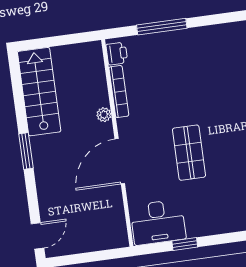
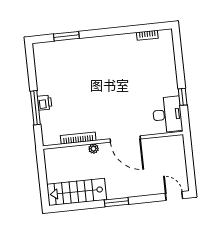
printer: (117, 54) -> (45, 103), moved, turned 90
shop shelf: (189, 153) -> (121, 92), removed

